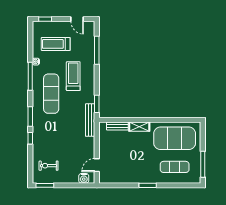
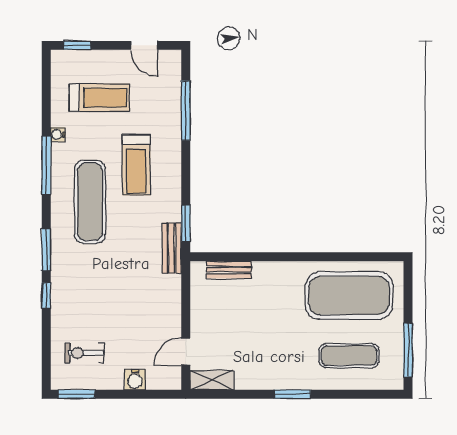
treadmill: (56, 44) -> (99, 98), turned 180
treadmill: (73, 76) -> (136, 165), turned 180
bench: (90, 120) -> (172, 248), width x0.73
shelving: (139, 127) -> (212, 380), moved
water cooler: (84, 178) -> (135, 379), moved

